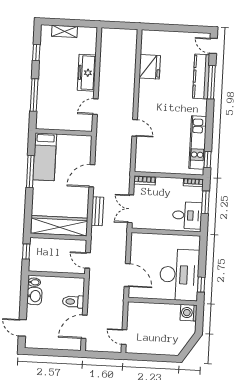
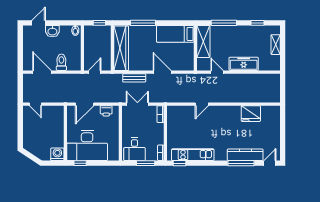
shelving: (56, 122) -> (203, 42), added
window: (30, 172) -> (143, 23), moved
printer: (137, 248) -> (106, 111), added
washbasin: (34, 296) -> (52, 31), moved
door: (124, 337) -> (35, 104), swing flipped

